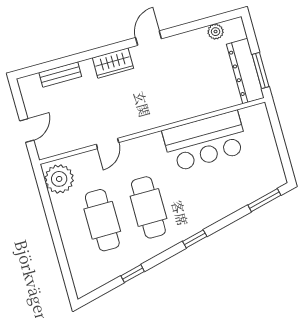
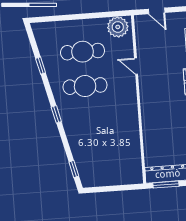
bar counter: (205, 141) -> (124, 135), removed
window: (264, 200) -> (74, 169), width x0.67

